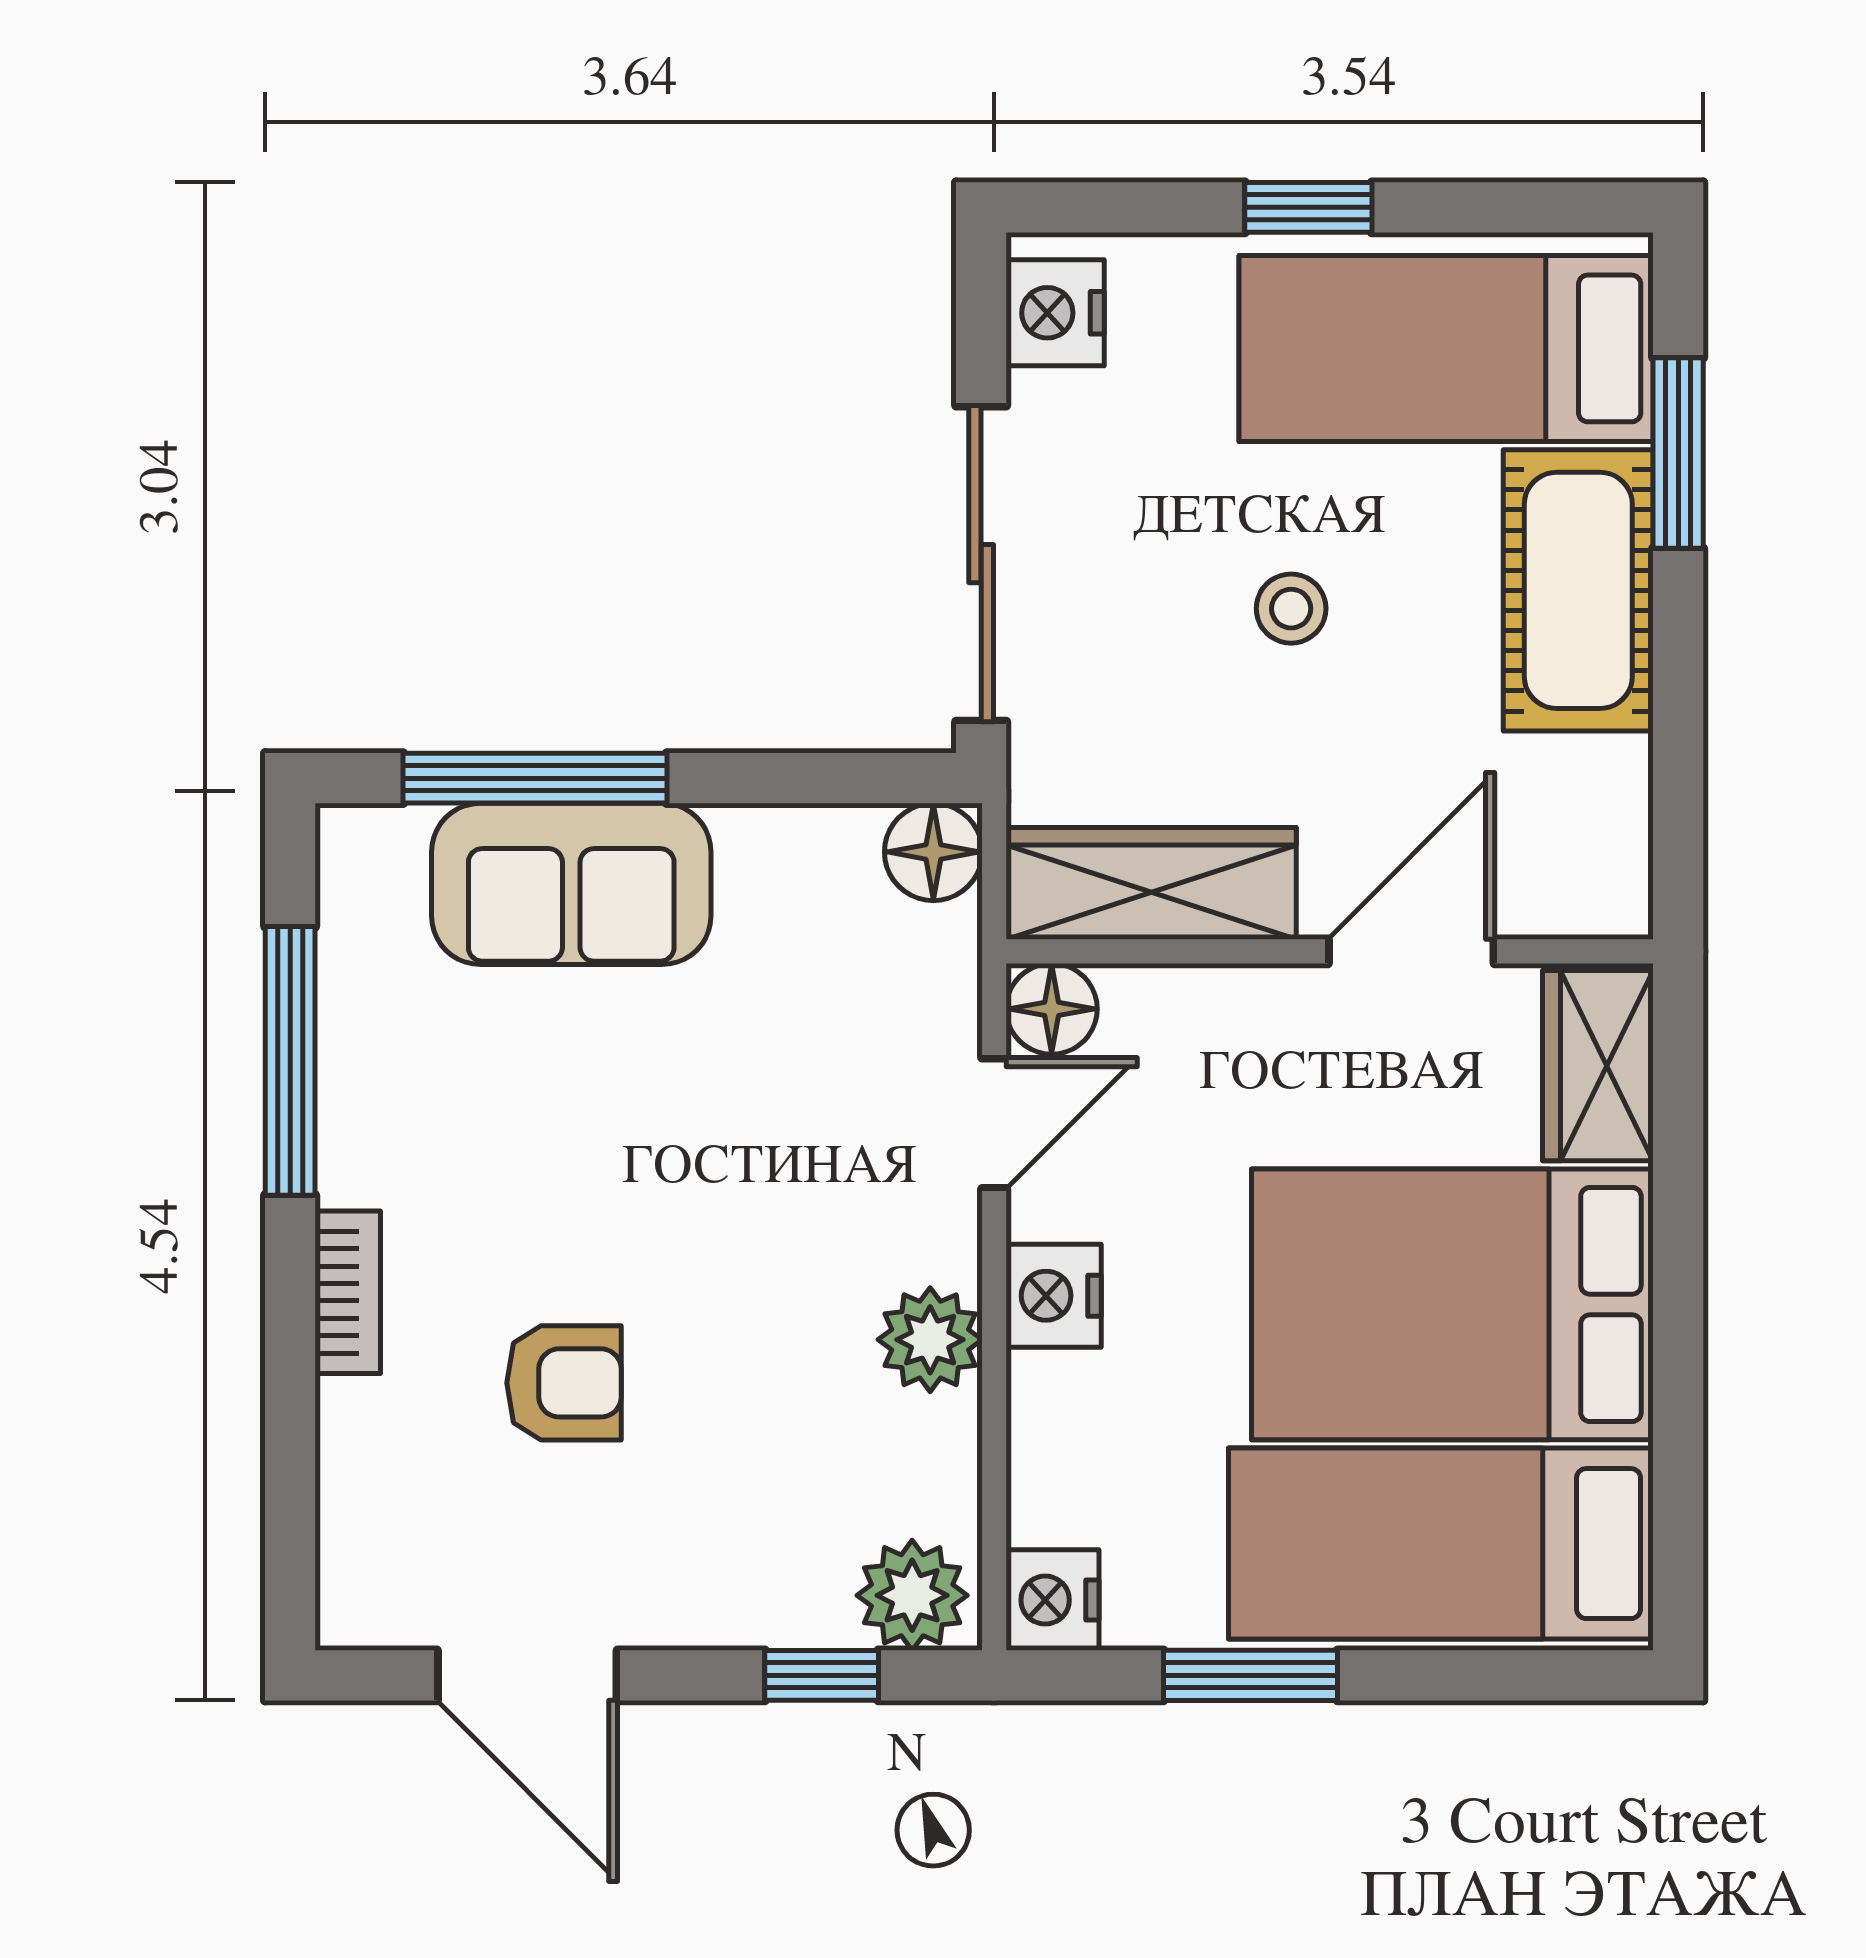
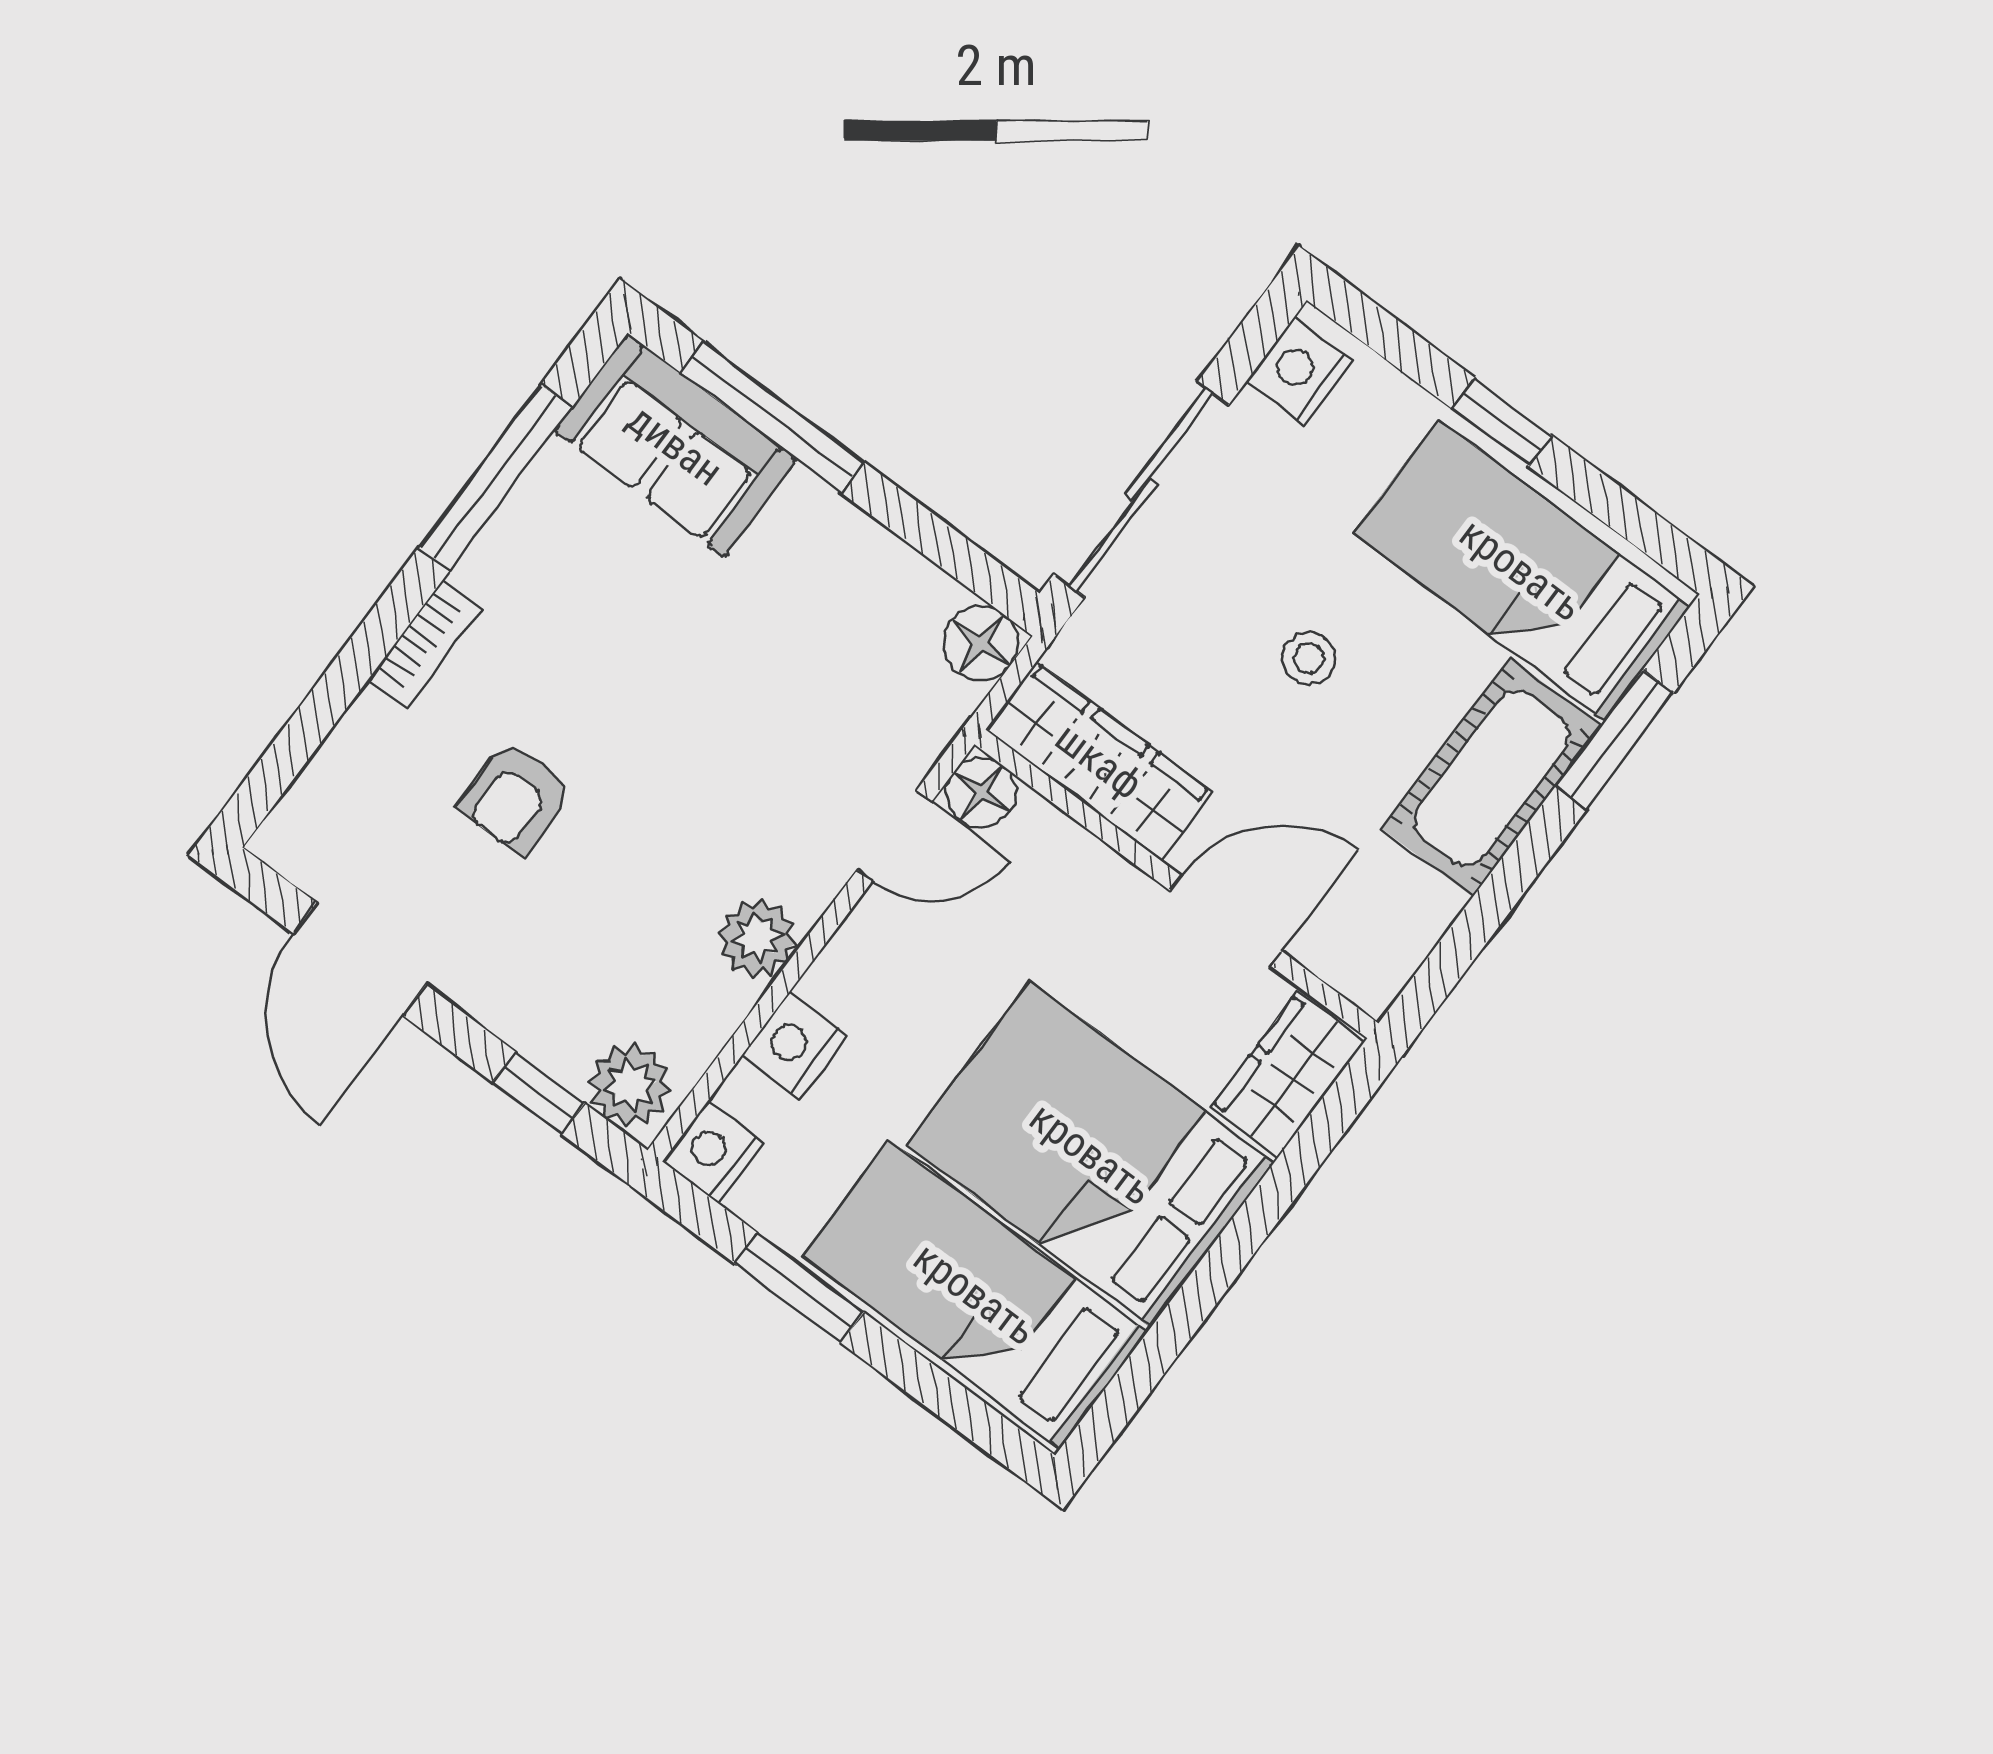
sofa: (571, 884) -> (675, 445), moved
nightstand: (1054, 1296) -> (794, 1046), moved
armchair: (564, 1383) -> (515, 798), turned 90

